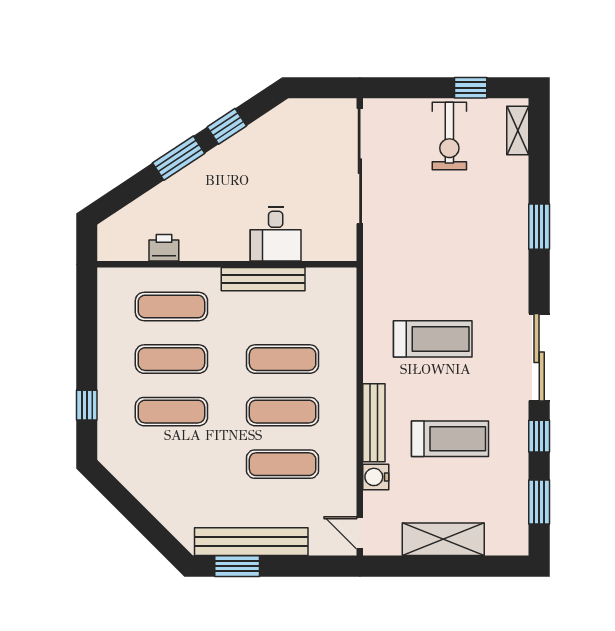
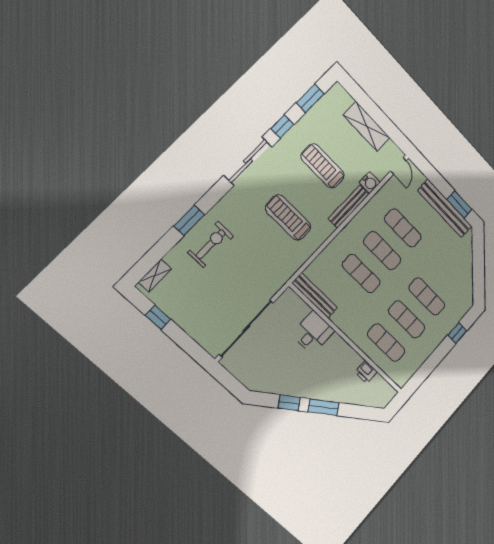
exercise bike: (449, 136) -> (211, 244), moved
bench: (263, 279) -> (315, 295), moved

